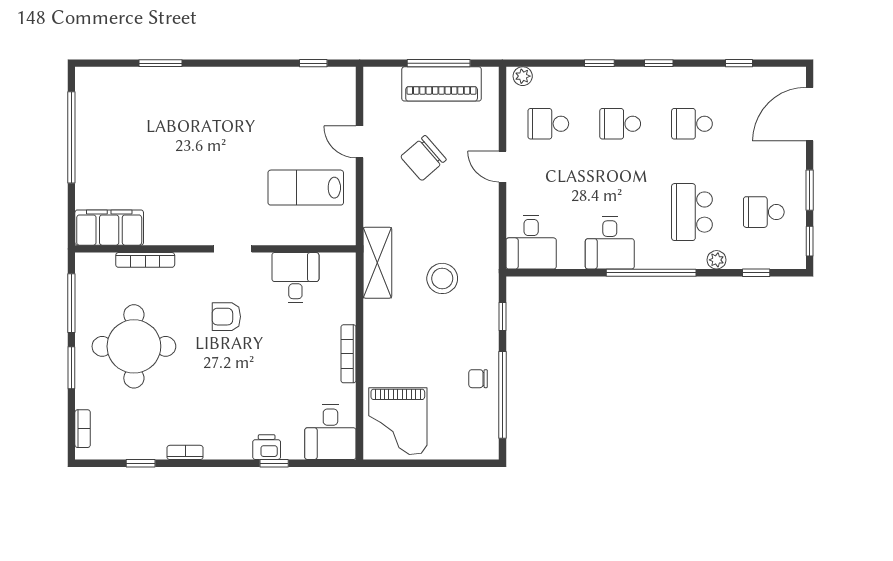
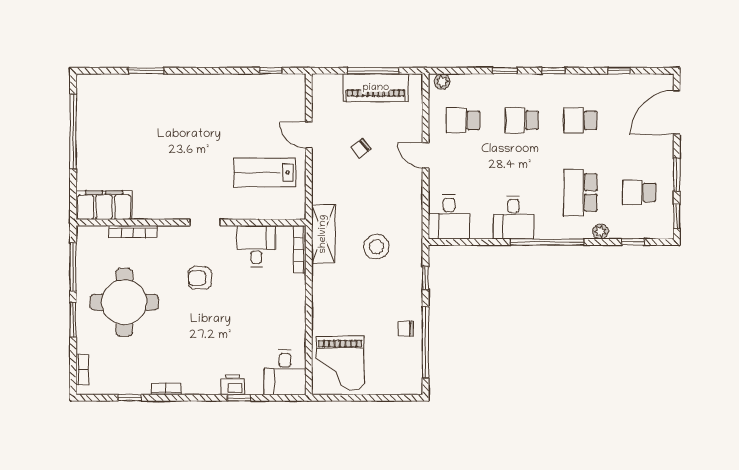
chair: (423, 158) -> (361, 148), width x0.54, depth x0.54
bookcase: (349, 354) -> (300, 249), moved

